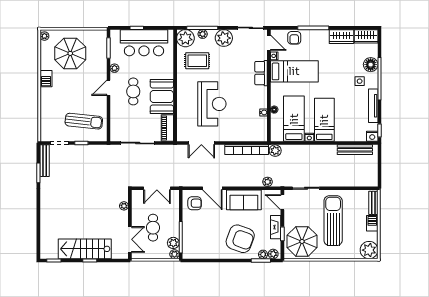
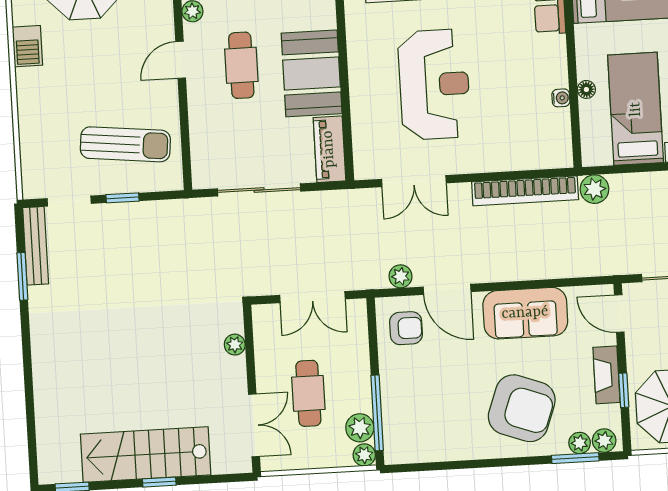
plant: (268, 182) -> (401, 276), moved

